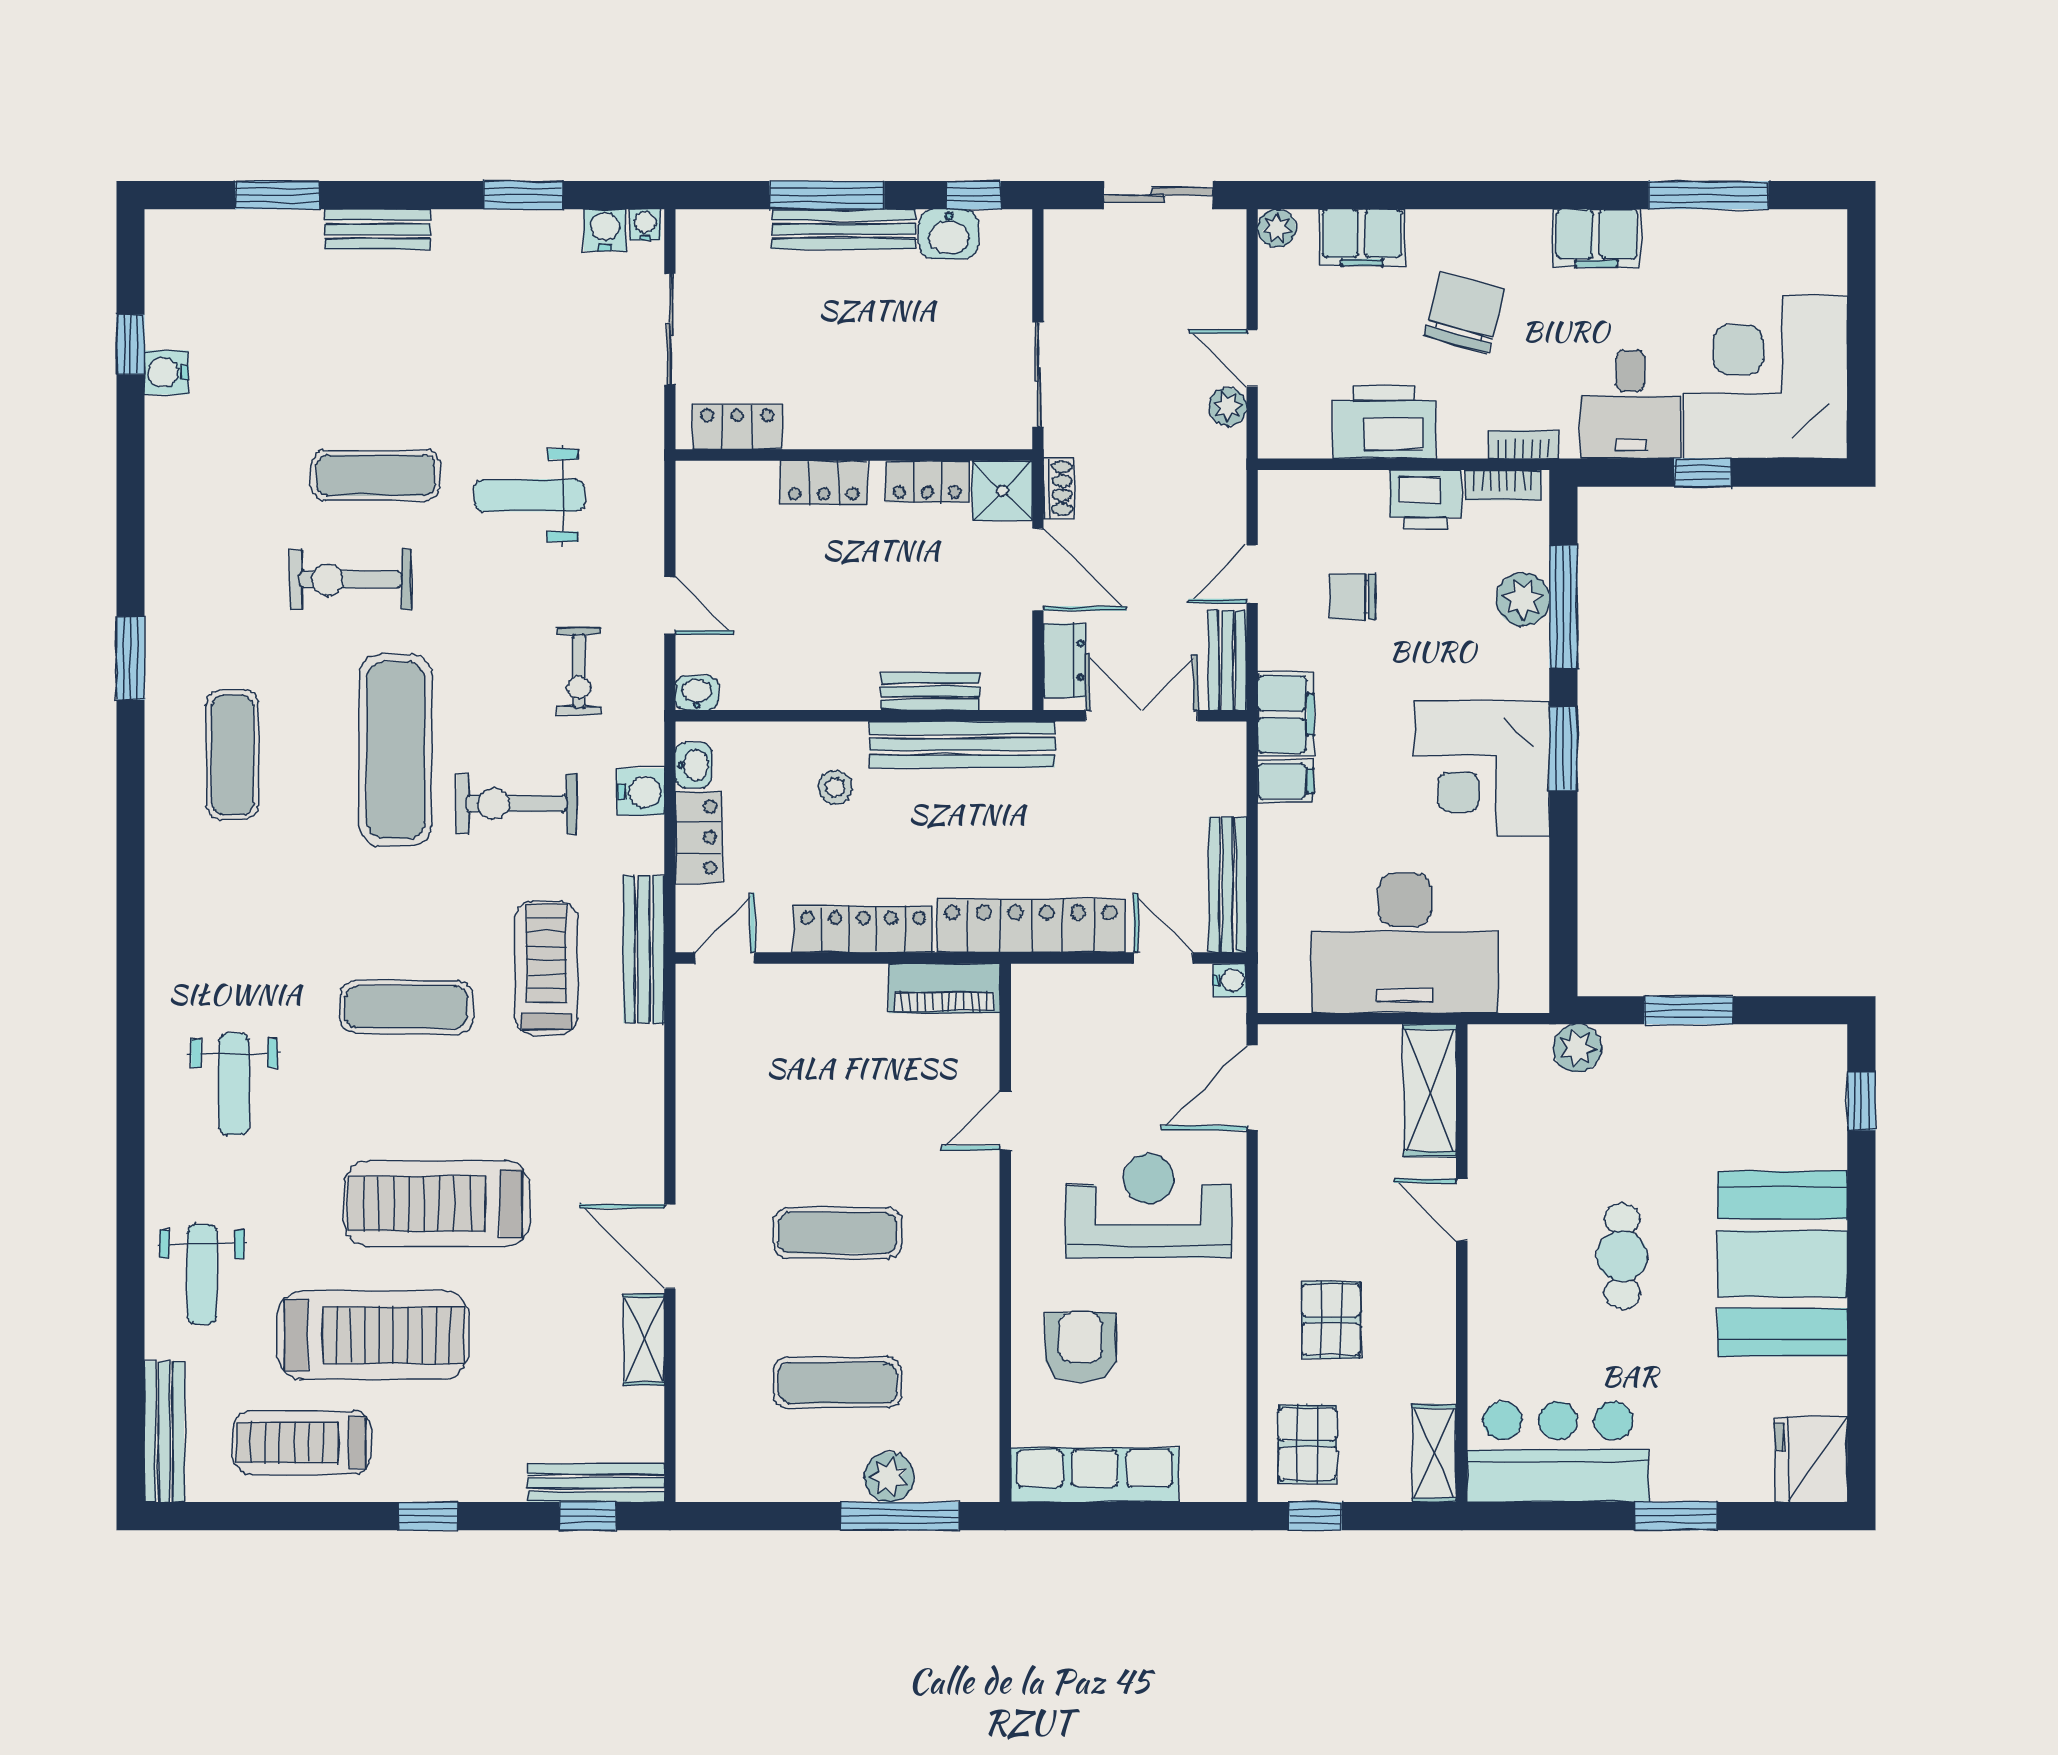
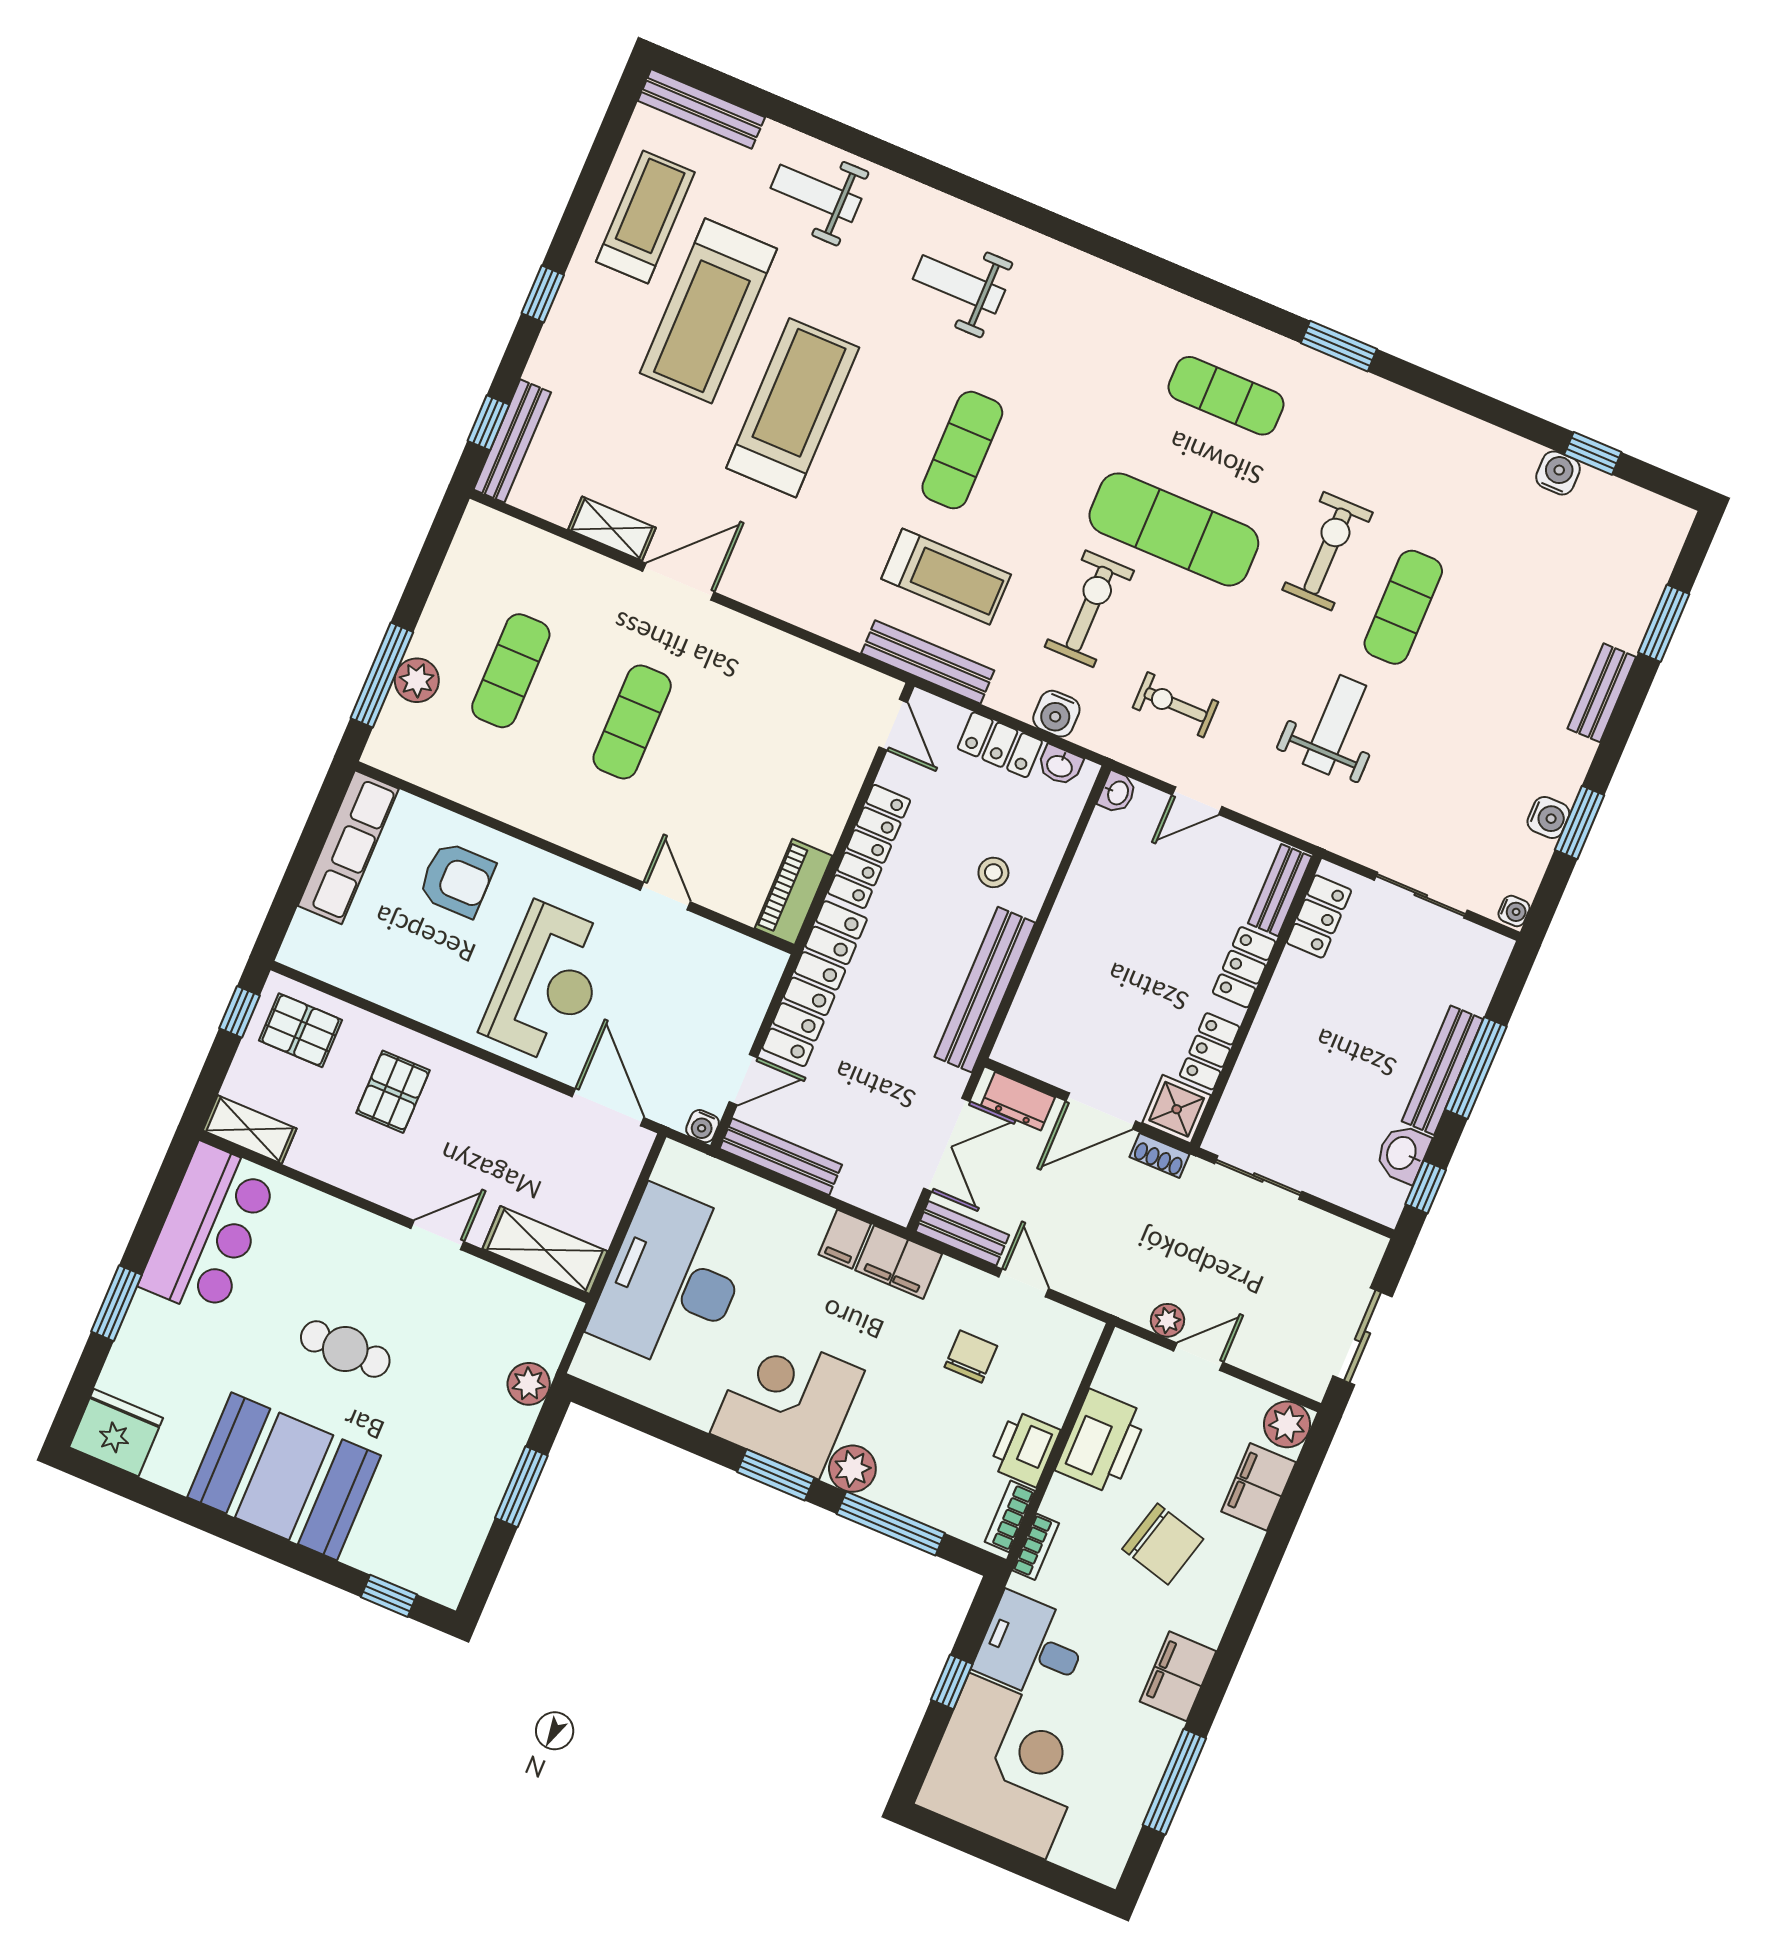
plant: (1277, 228) -> (1287, 1424), width x1.38, depth x1.38
water cooler: (605, 230) -> (1548, 817), moved
plant: (1523, 599) -> (852, 1469), moved
bench: (930, 691) -> (1280, 890), moved
pallet: (1331, 1320) -> (393, 1092), turned 90

